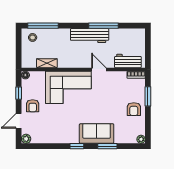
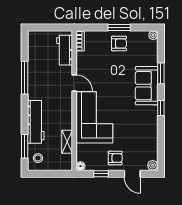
window: (43, 26) -> (25, 146), width x0.69
workbench: (90, 36) -> (36, 122), moved
door: (99, 69) -> (74, 83), swing flipped
window: (148, 96) -> (119, 28), moved

